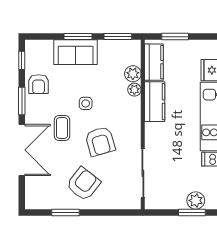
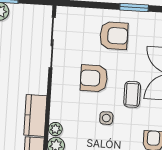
armchair: (100, 141) -> (94, 78), turned -74
armchair: (83, 184) -> (114, 36), turned -128

